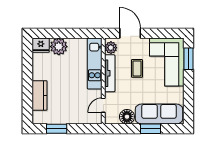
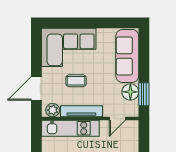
window: (189, 59) -> (65, 23), removed
door: (103, 105) -> (117, 119), hinge flipped
window: (150, 129) -> (144, 94), moved

